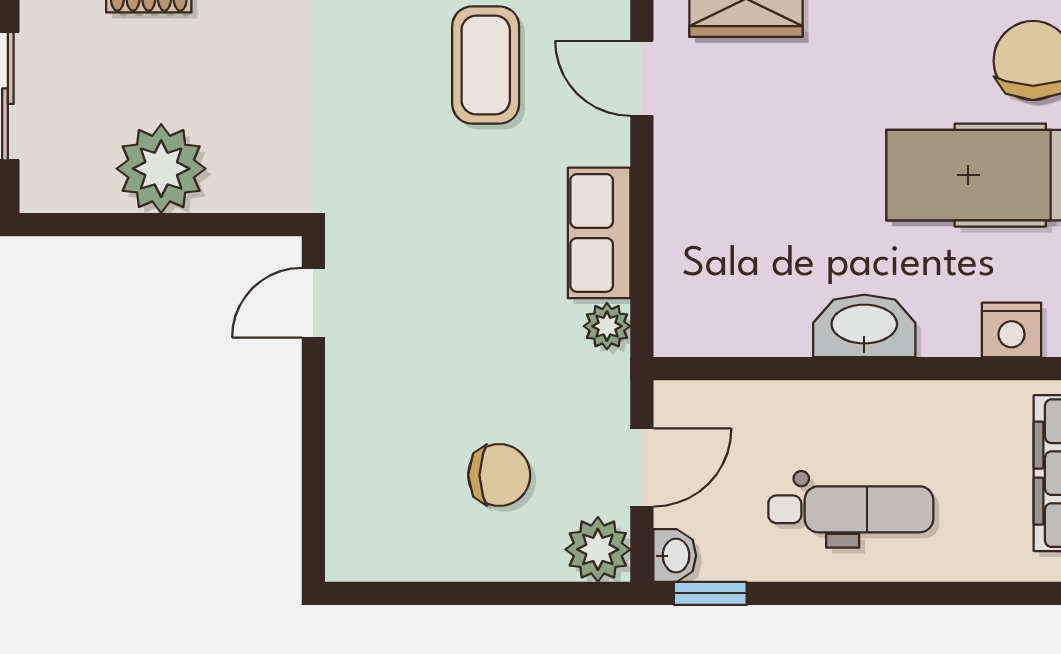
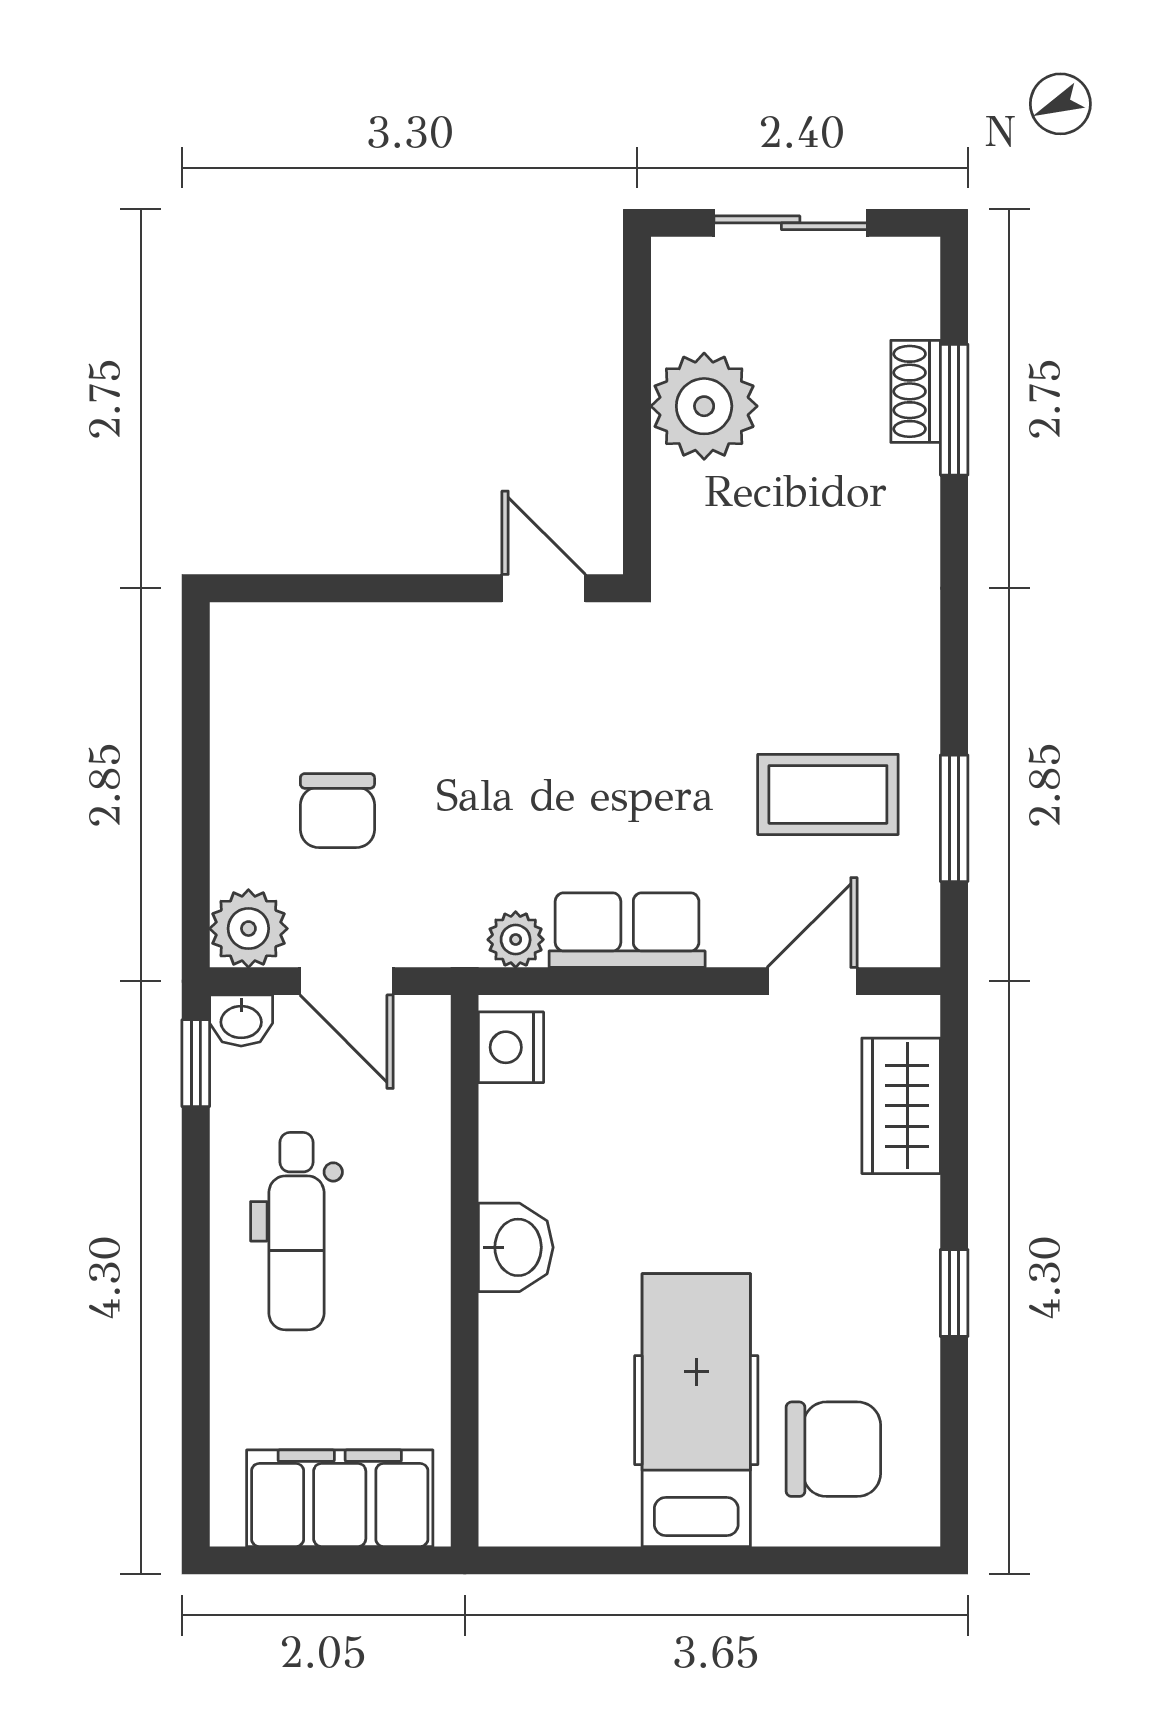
washbasin: (864, 326) -> (516, 1247), width x0.72
nightstand: (1012, 330) -> (511, 1047), moved

